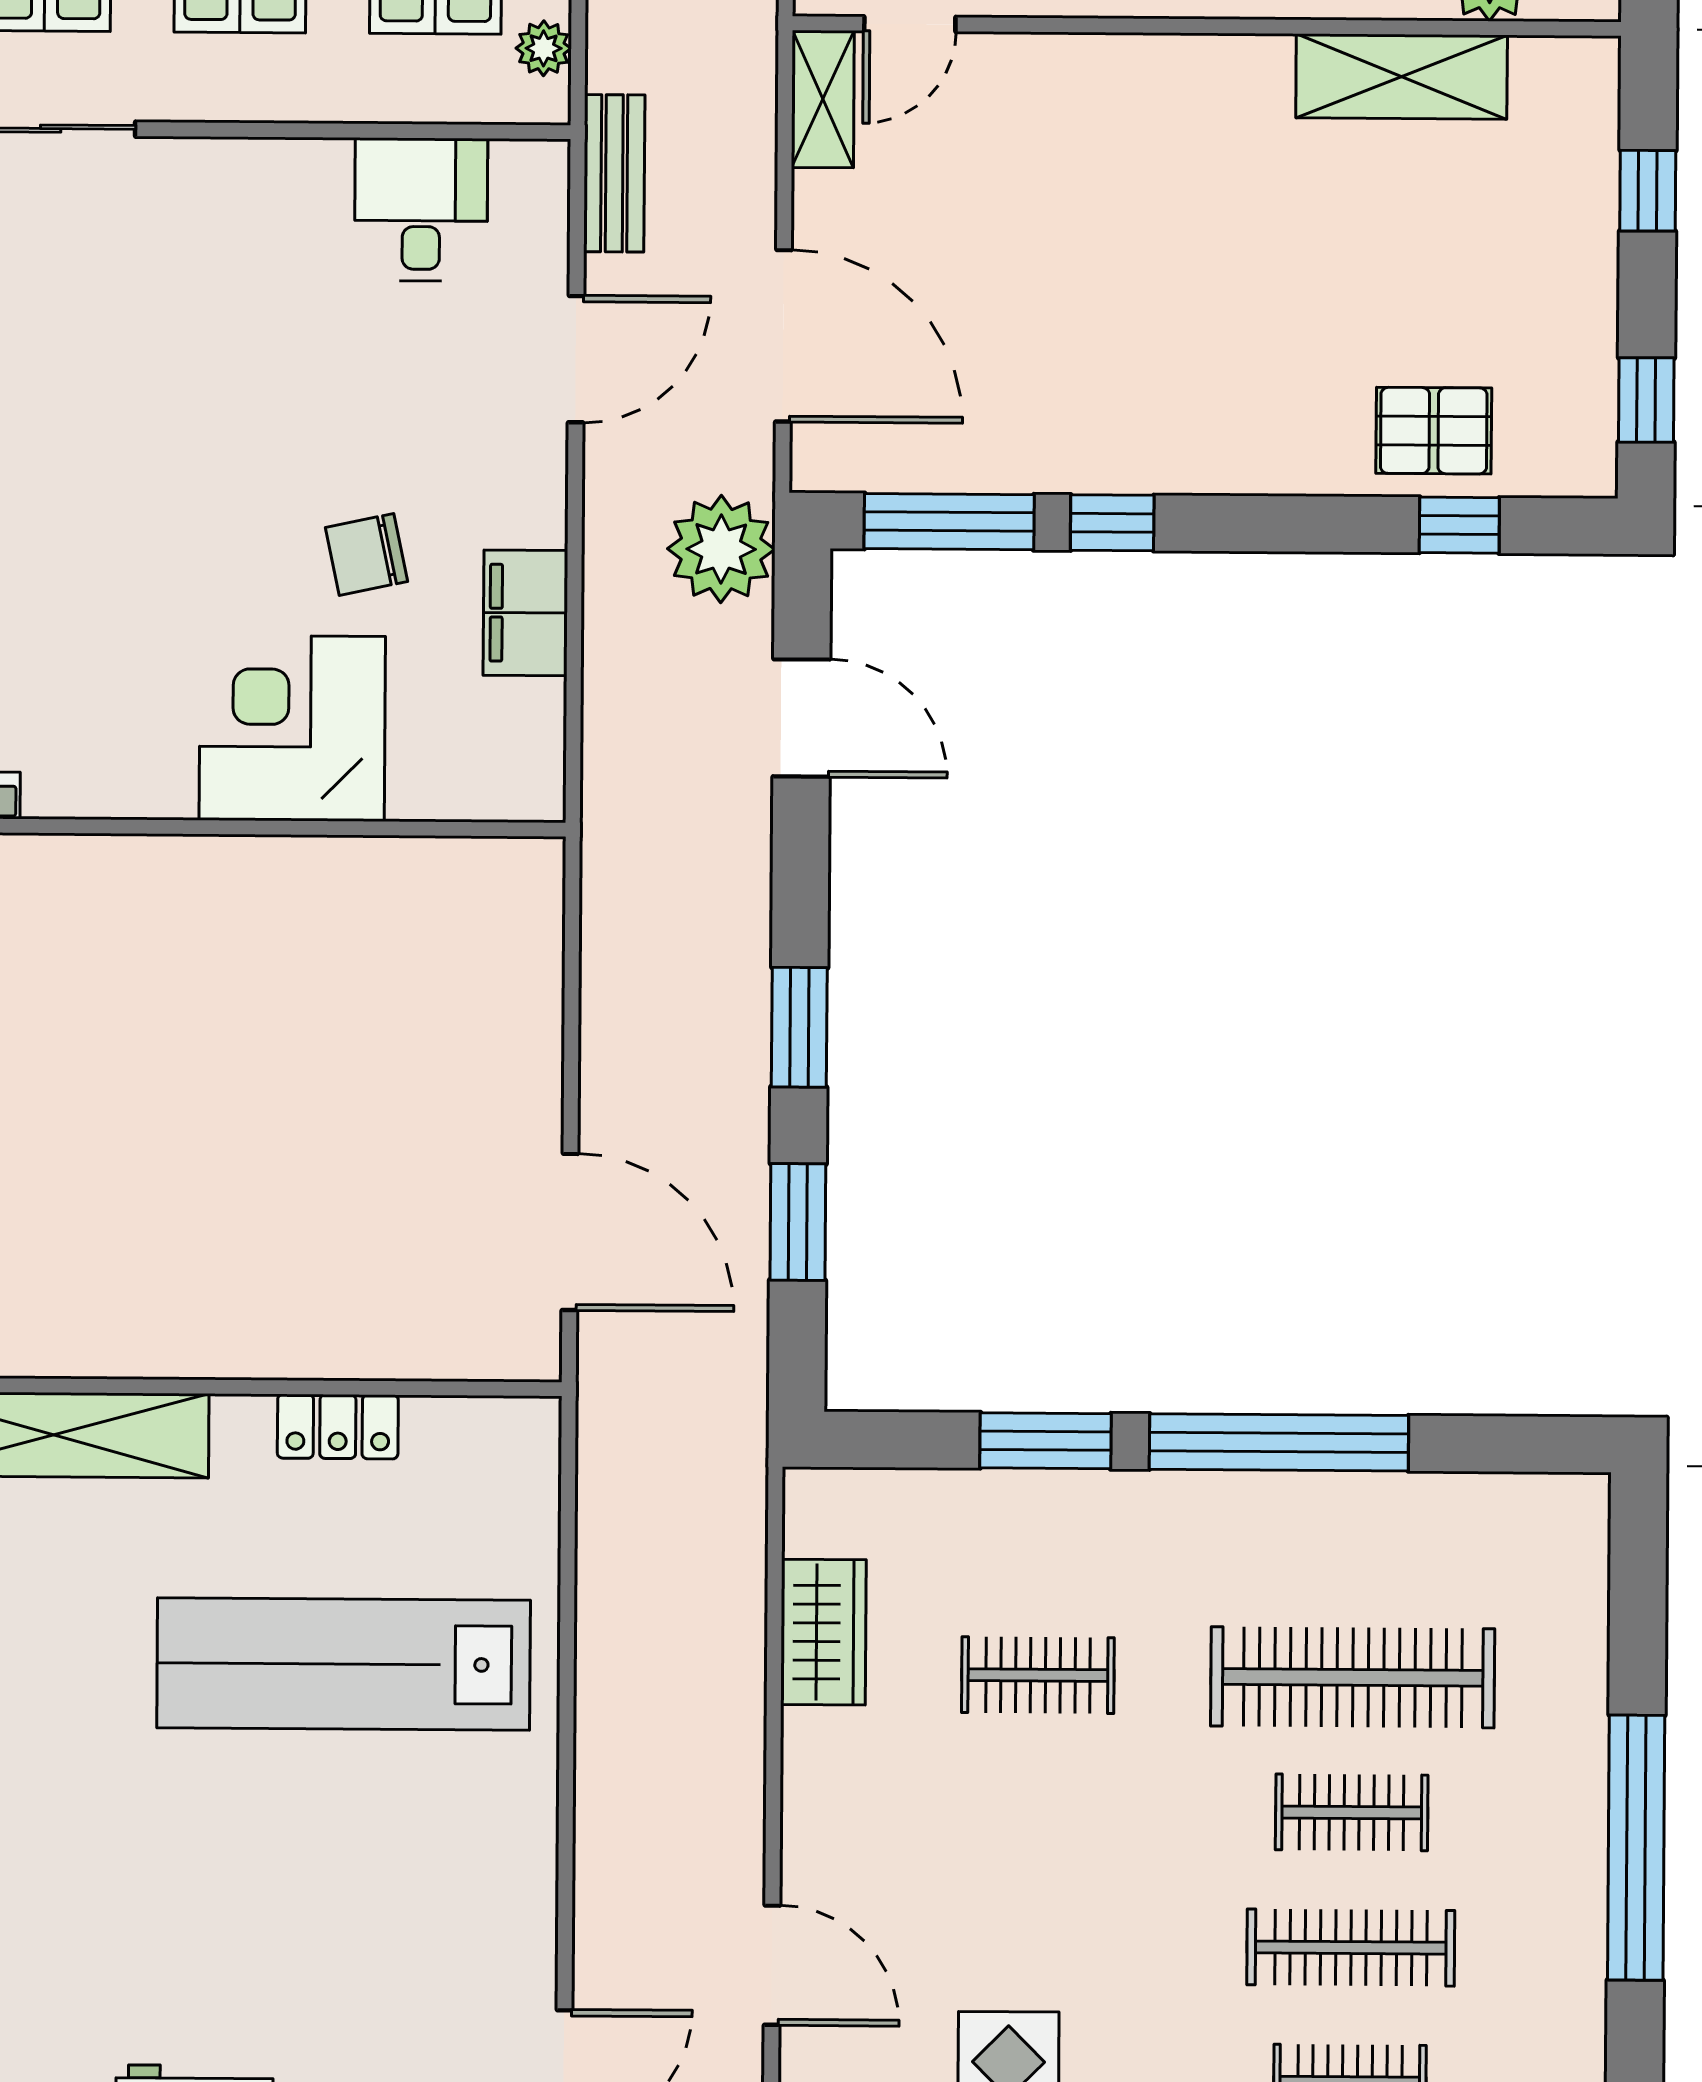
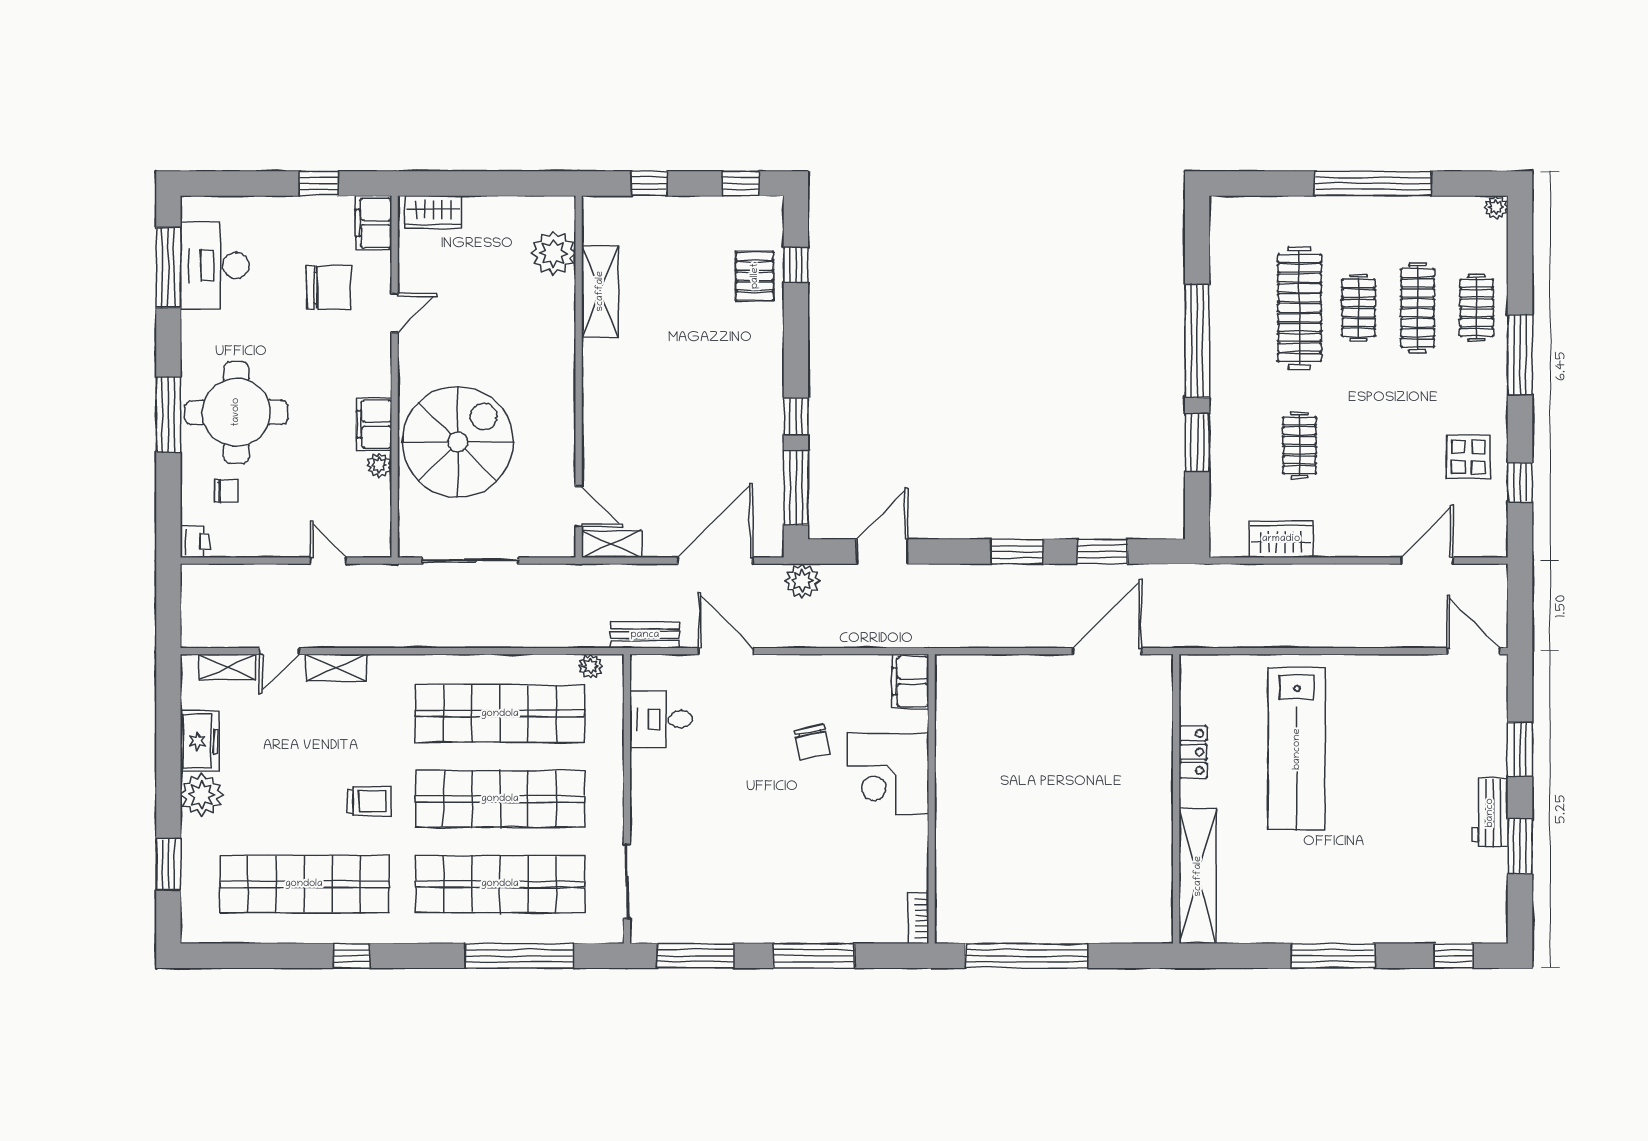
plant: (721, 549) -> (802, 581), width x0.73, depth x0.73
filing cabinet: (525, 613) -> (910, 682), moved, turned 90

